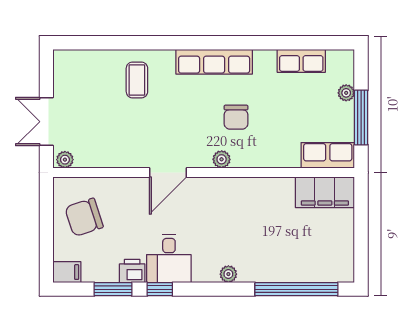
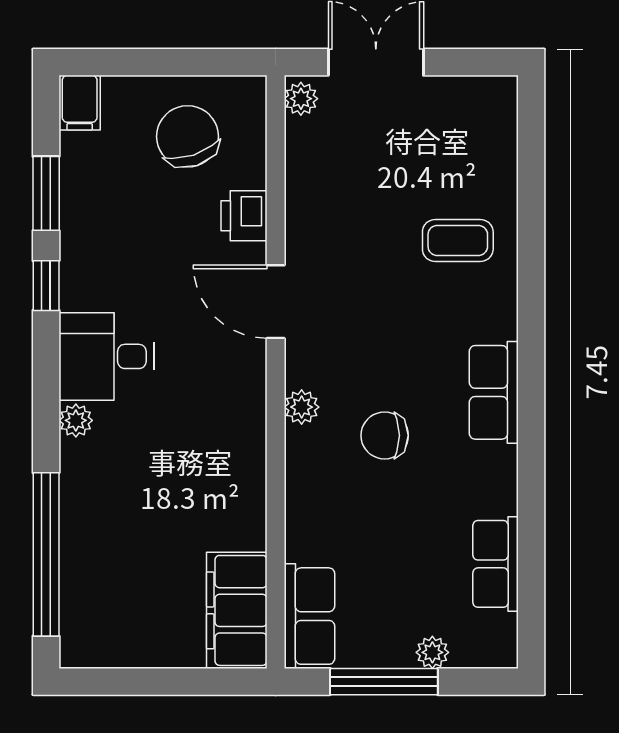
row of seats: (214, 62) -> (494, 392), width x0.68
desk: (169, 258) -> (106, 356), moved
printer: (132, 271) -> (244, 216), moved, turned 180

